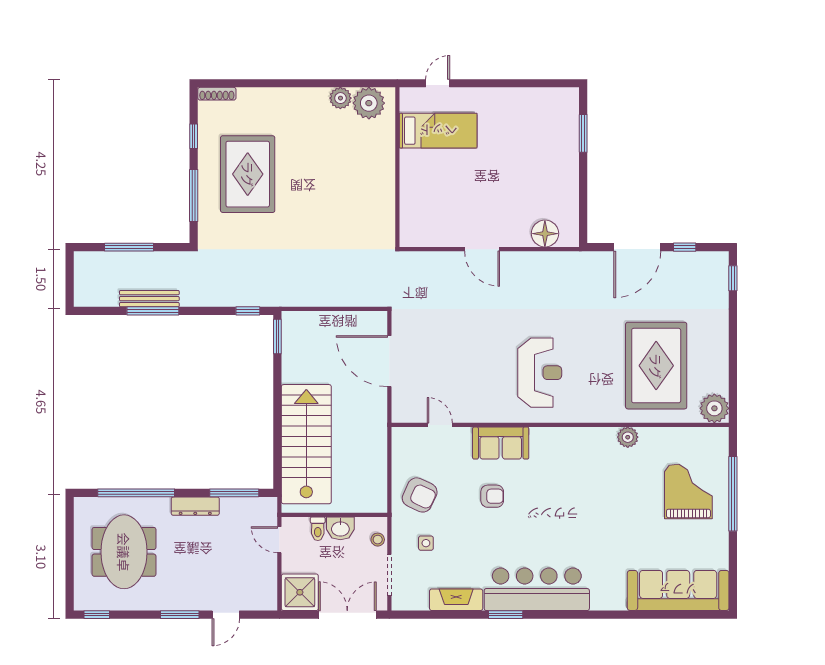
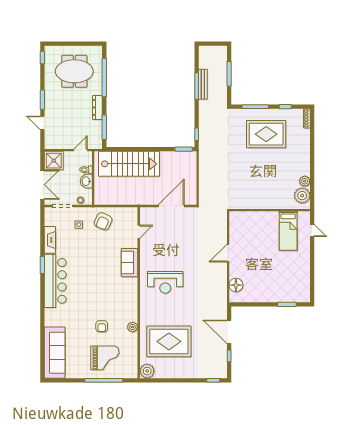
armchair: (492, 496) -> (102, 326), moved

